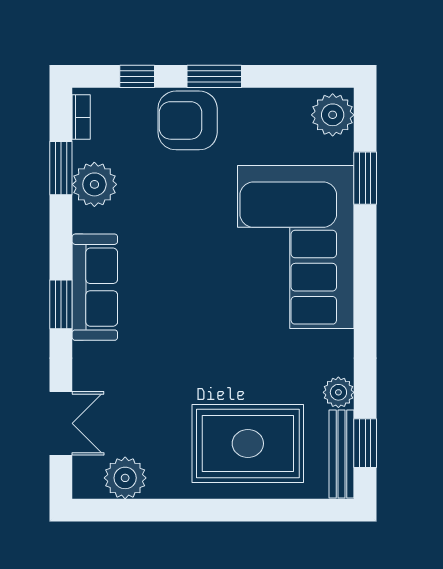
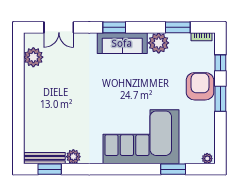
plant: (333, 115) -> (207, 159), width x0.53, depth x0.53
plant: (94, 184) -> (159, 43), moved
rug: (248, 444) -> (49, 114), removed

